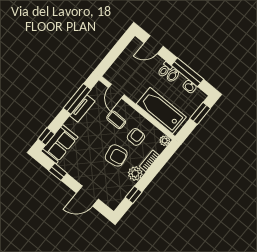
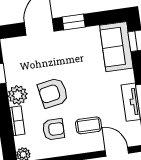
armchair: (136, 137) -> (53, 129), turned -90
window: (58, 172) -> (74, 22), moved

